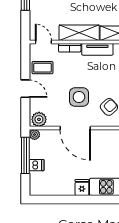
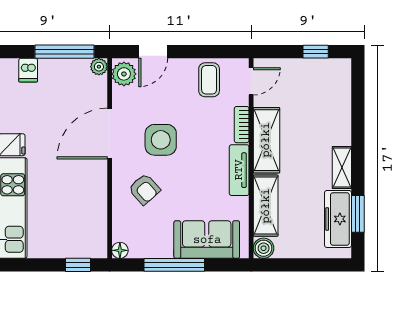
door: (25, 89) -> (153, 52), moved
dishwasher: (37, 165) -> (28, 70), moved

